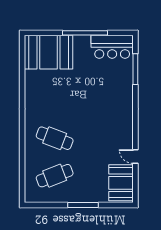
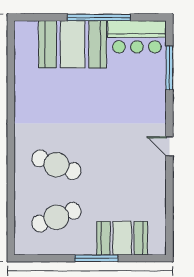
booth: (49, 52) -> (73, 44), moved
door: (135, 157) -> (169, 146), moved
booth: (121, 183) -> (122, 238), moved, turned 90

